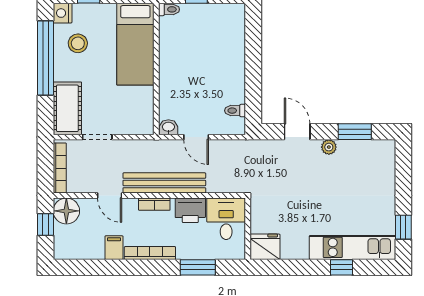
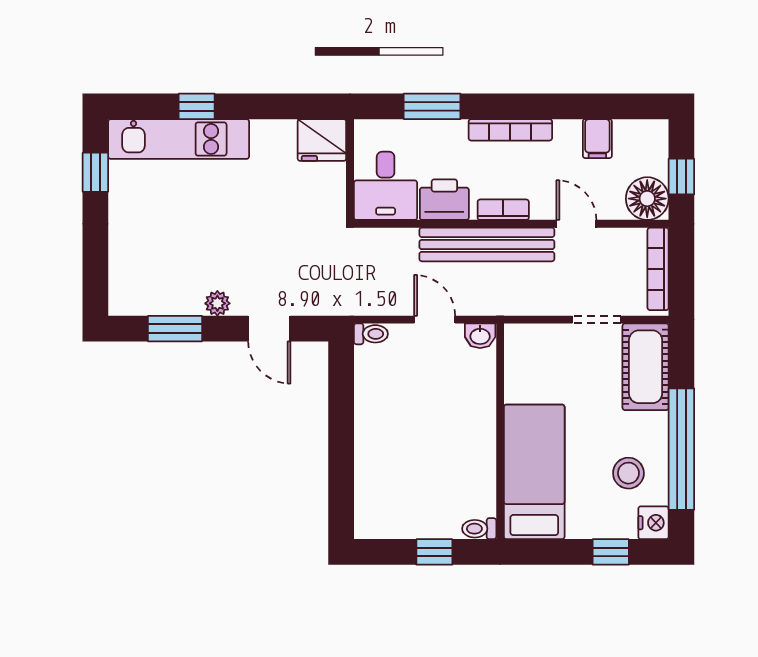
toilet: (235, 111) -> (371, 334), moved
filing cabinet: (114, 248) -> (597, 139), moved

